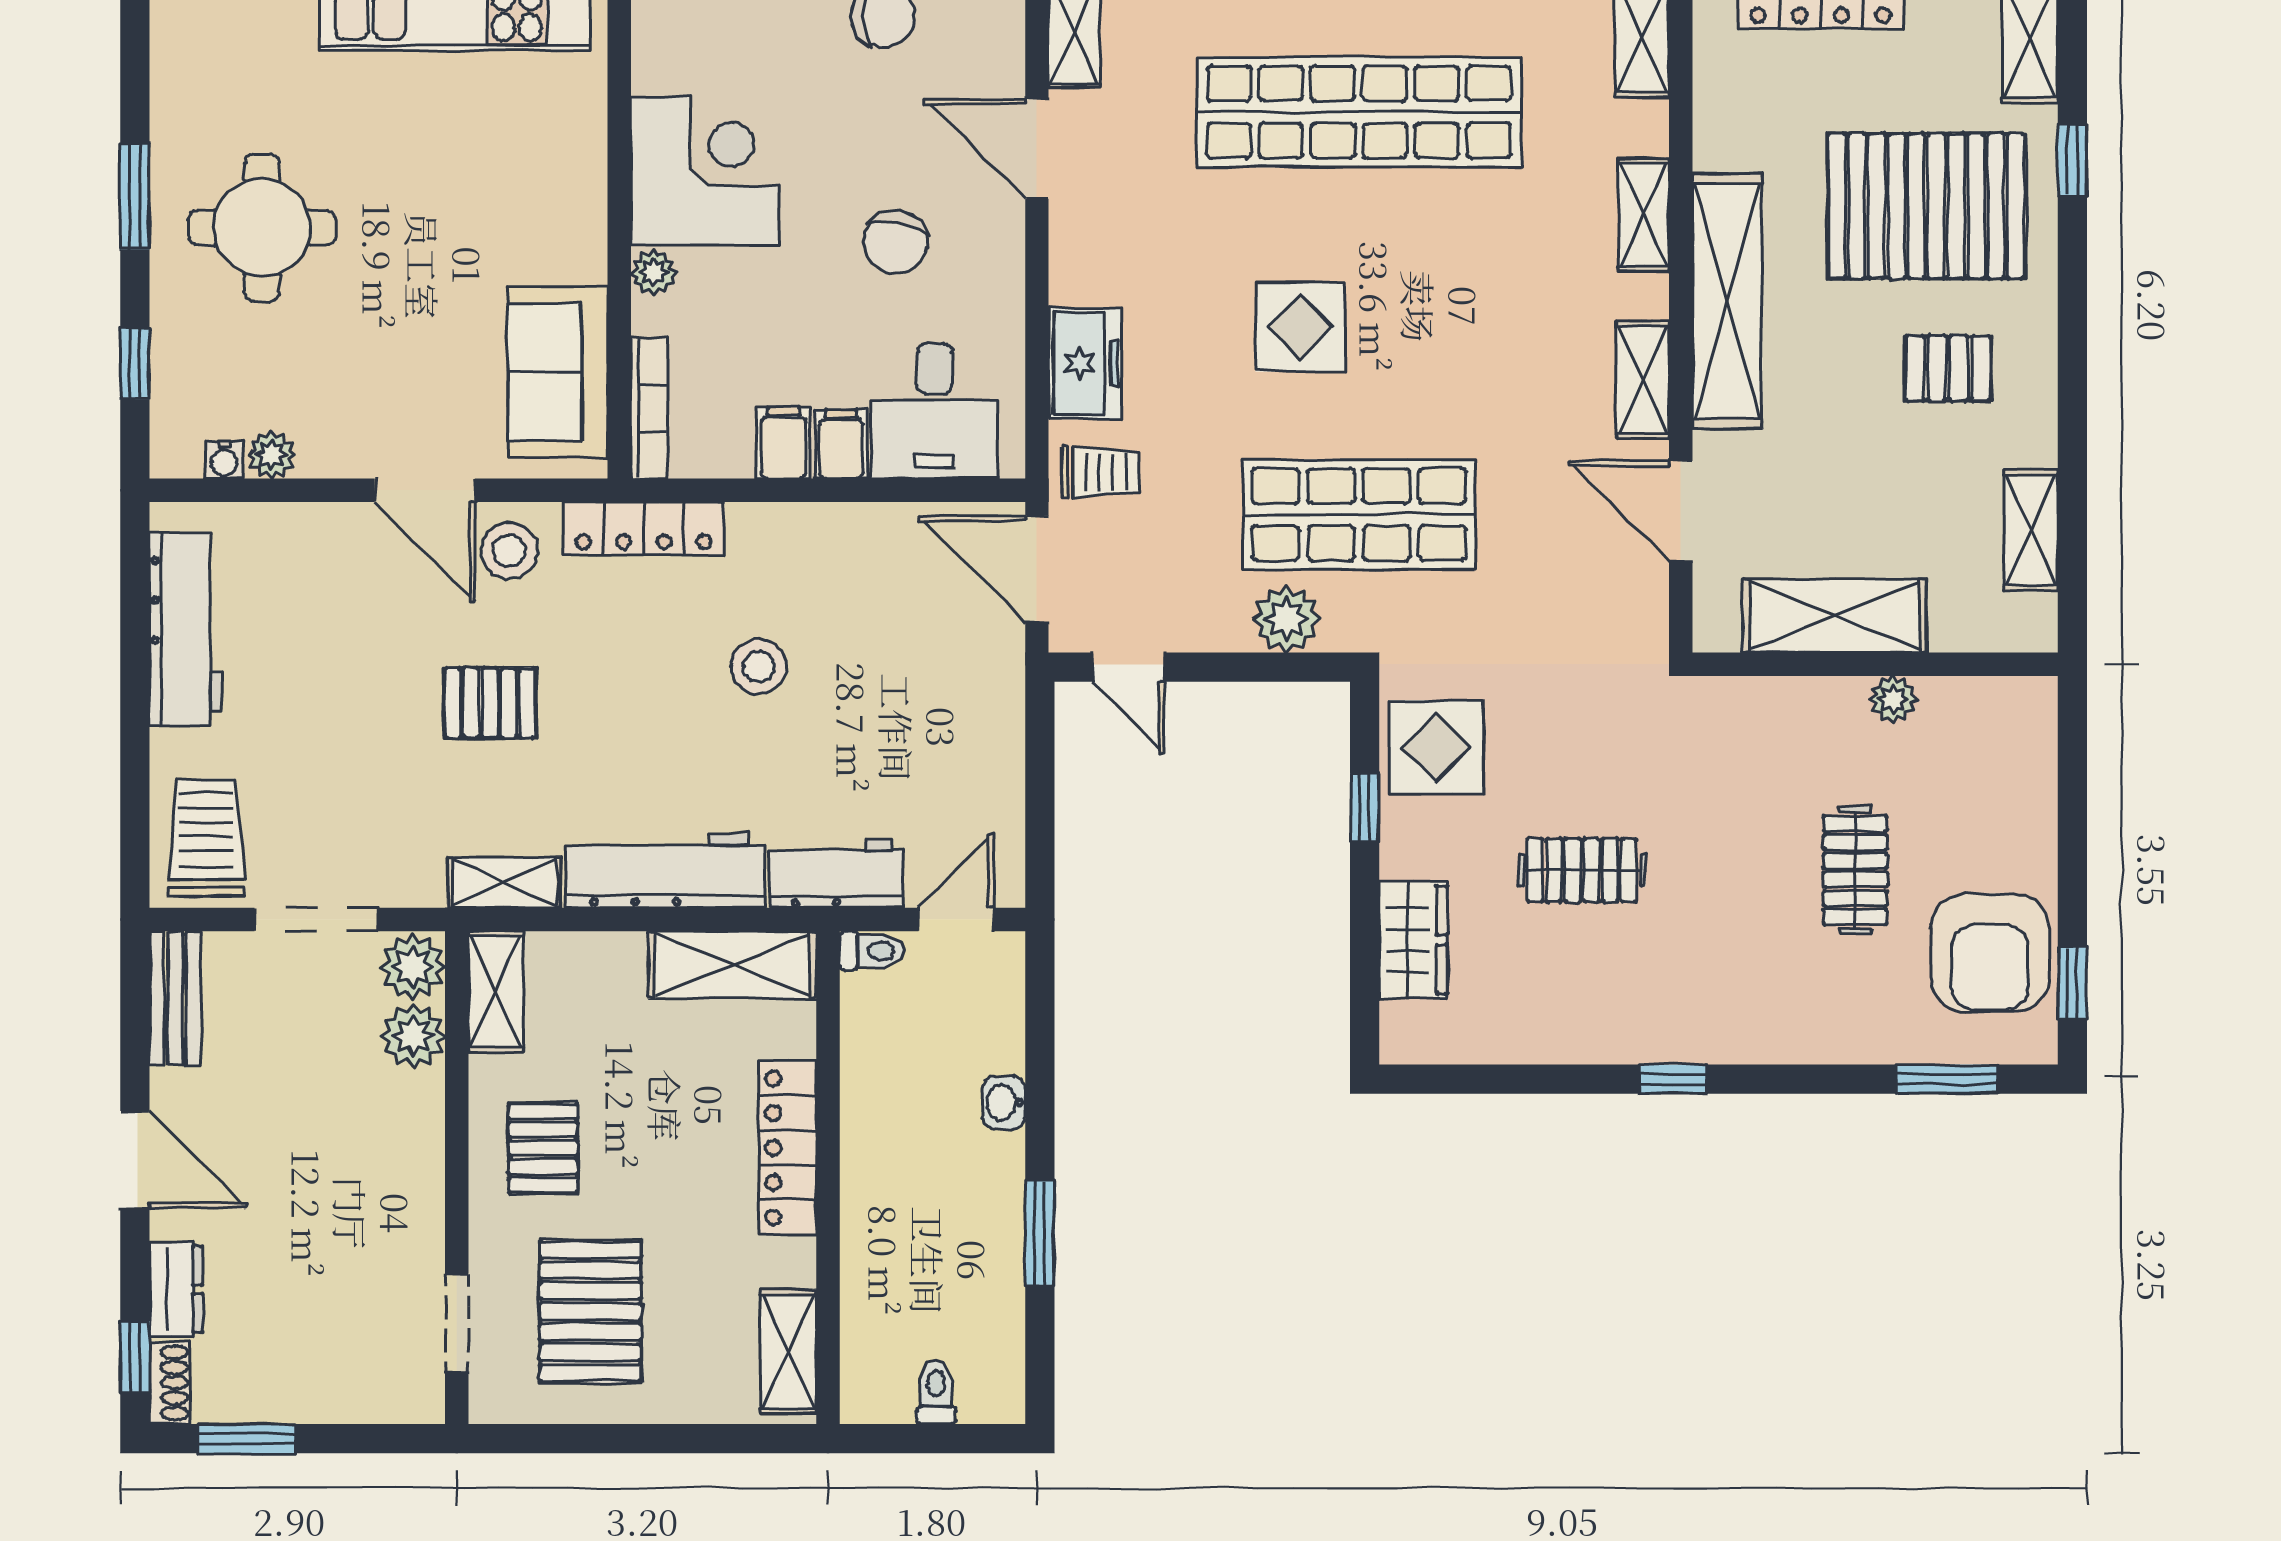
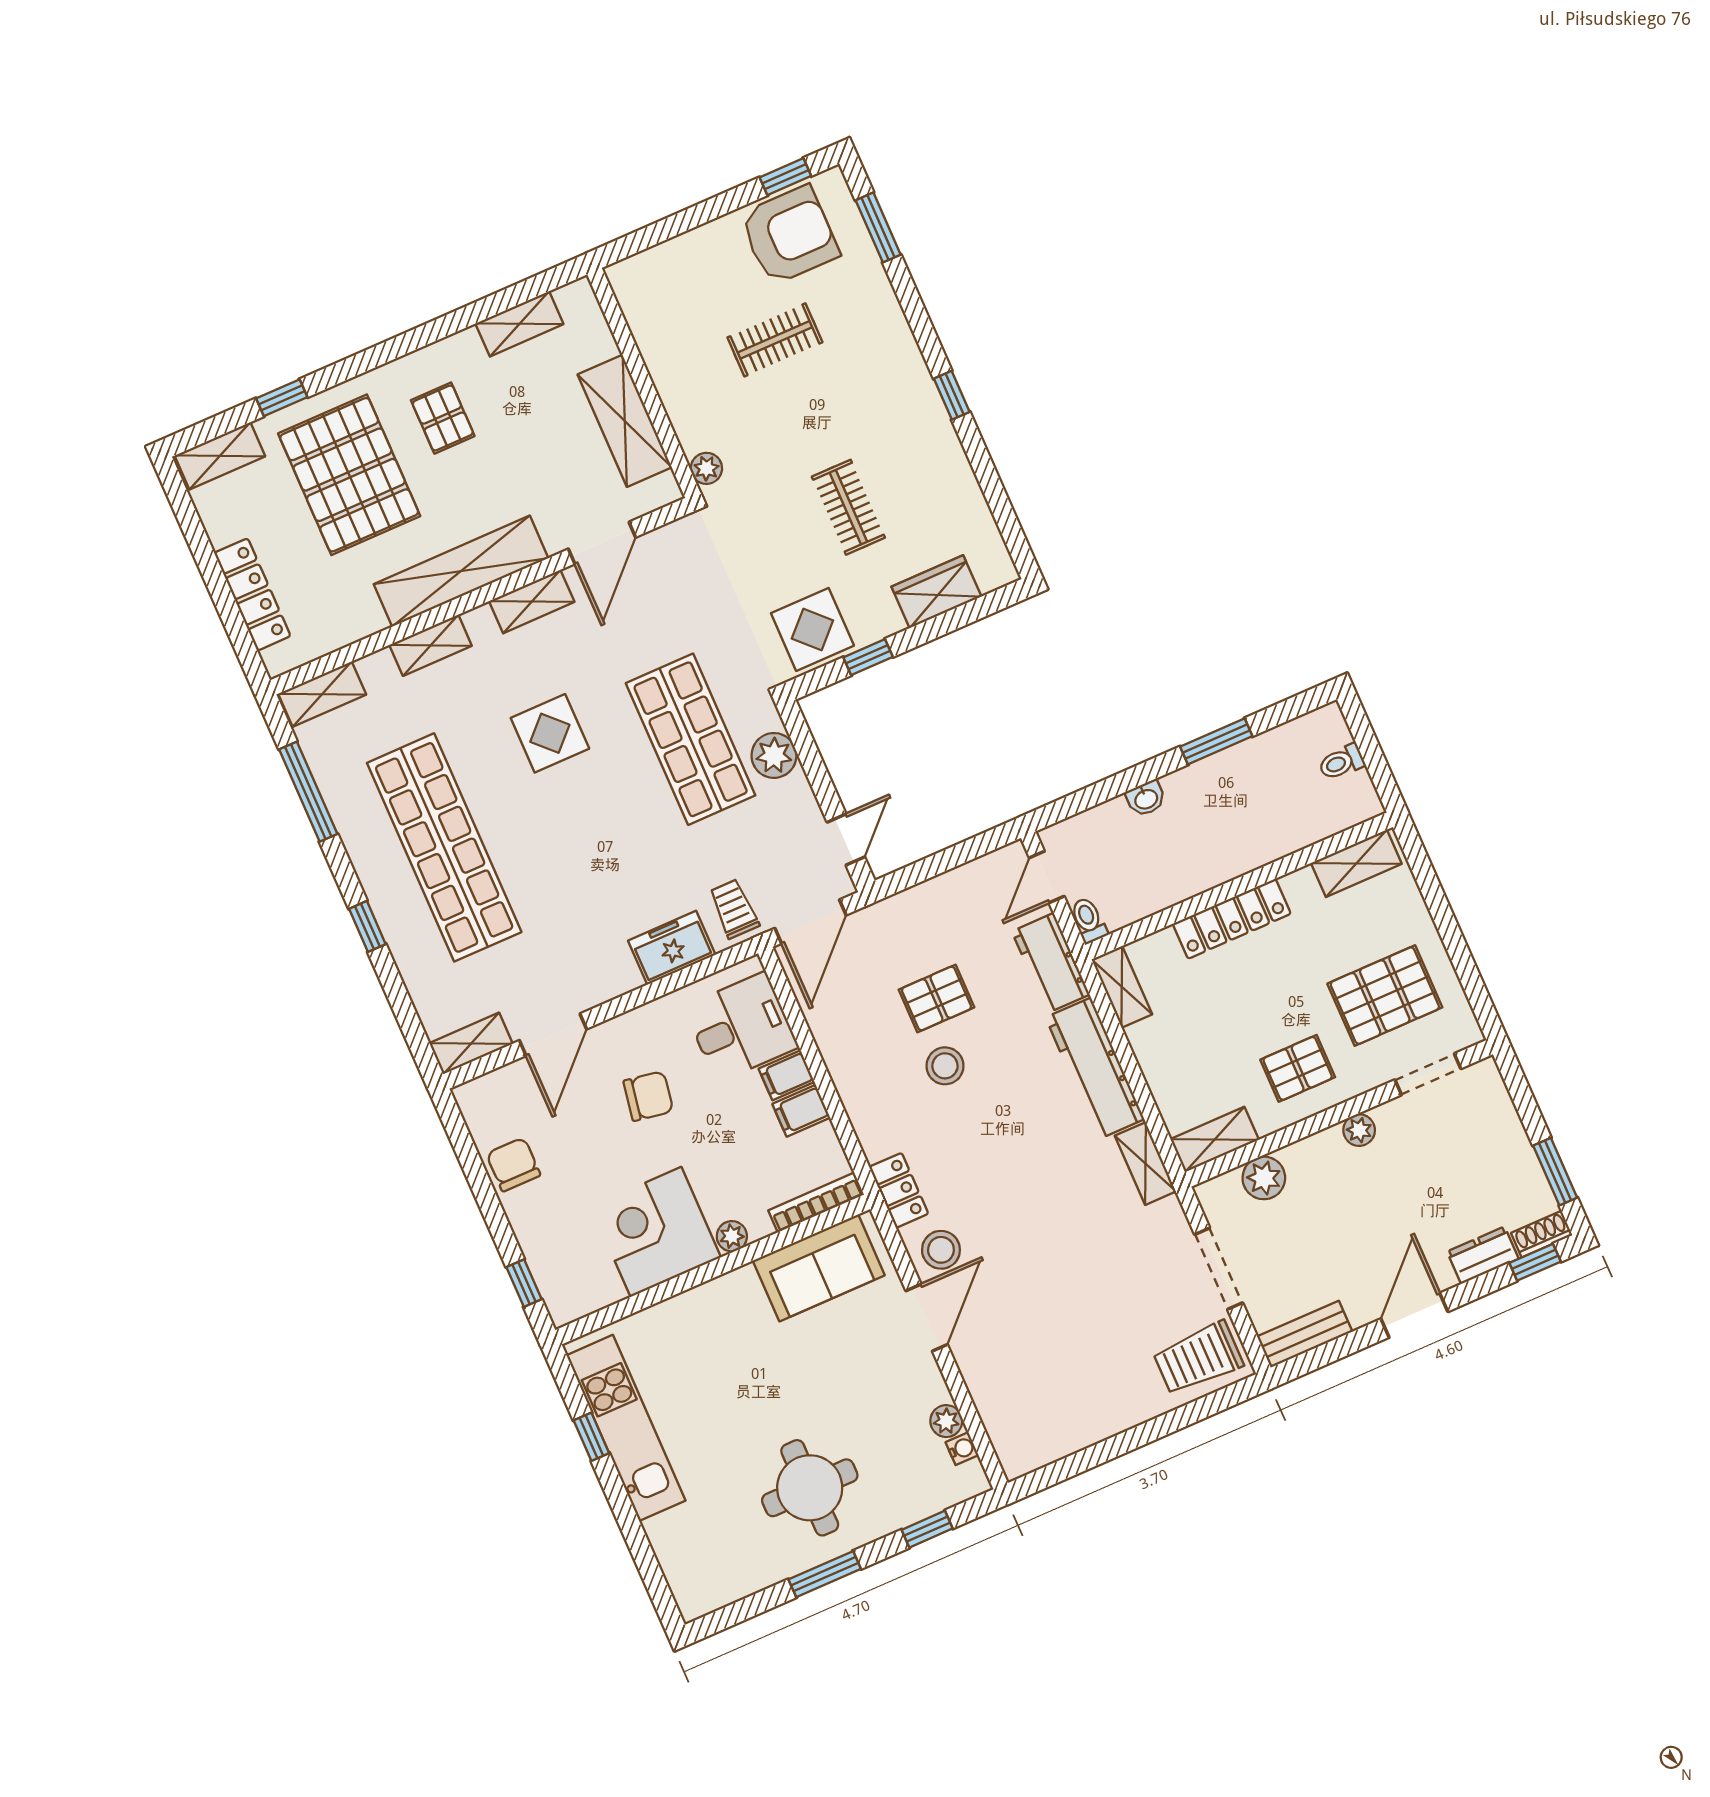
display table: (1300, 327) -> (550, 733), moved
locker: (644, 529) -> (899, 1190), width x0.66
workbench: (186, 629) -> (1076, 1427), removed
plant: (1893, 699) -> (706, 468), moved
pallet: (490, 703) -> (936, 998), moved, turned 90
door: (956, 919) -> (1047, 877), hinge flipped
shelving: (732, 965) -> (1122, 987), width x0.67, depth x0.75
plant: (413, 967) -> (1359, 1130), moved, width x0.73, depth x0.73

